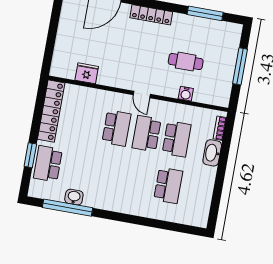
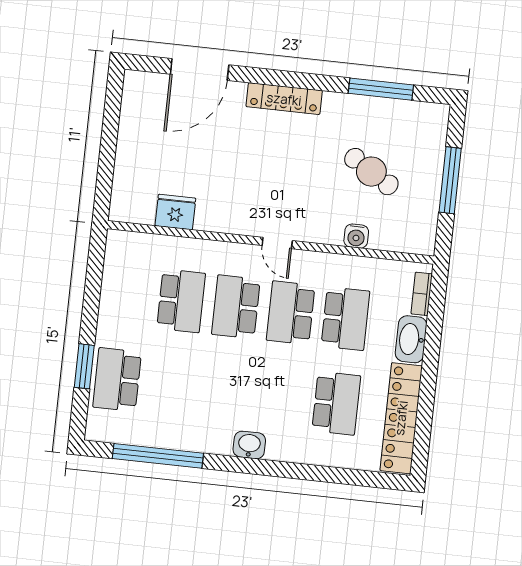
cafe table: (186, 62) -> (371, 172), moved, turned 32
locker: (51, 111) -> (401, 418), moved, turned 180
school desk: (86, 123) -> (181, 301), added
school desk: (116, 128) -> (236, 307), turned 180
washbasin: (74, 197) -> (249, 445), moved

